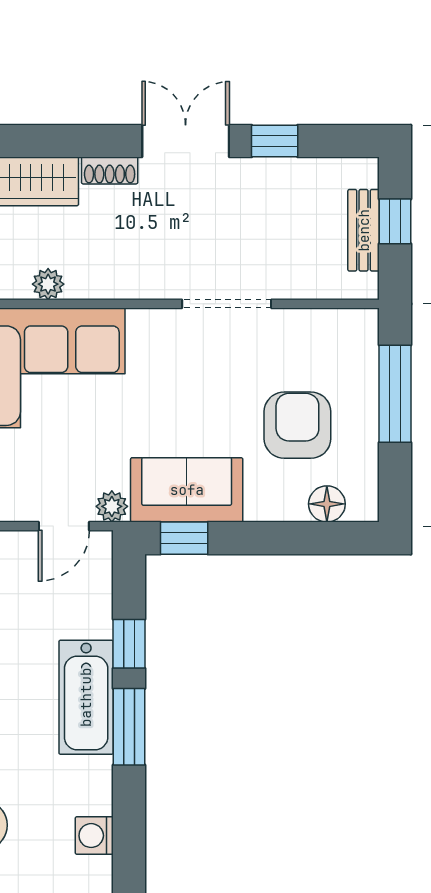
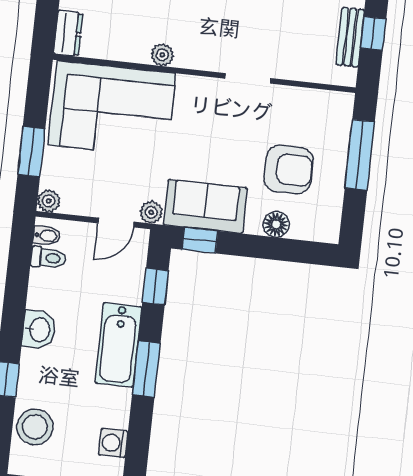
plant: (48, 284) -> (162, 55), moved
doorway: (227, 304) -> (248, 78), width x0.73
armchair: (297, 425) -> (289, 169), turned 90
floor lamp: (327, 504) -> (276, 224), moved
window: (129, 644) -> (155, 287), moved

